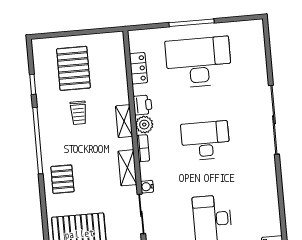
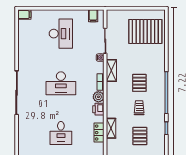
desk: (198, 62) -> (61, 133), width x0.53, depth x0.77
pallet: (73, 68) -> (140, 136), width x0.67, depth x0.71
shelving: (124, 121) -> (111, 128), moved
pallet: (62, 179) -> (139, 83), moved

